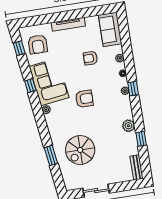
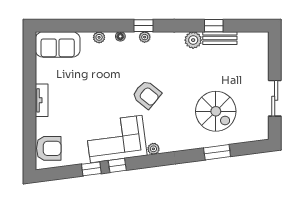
tv unit: (68, 24) -> (42, 100), width x0.71
armchair: (38, 44) -> (49, 148), moved
window: (19, 48) -> (91, 169), moved
armchair: (90, 58) -> (93, 77), removed
armchair: (84, 99) -> (147, 95), turned 129
bench: (137, 167) -> (220, 38), moved

